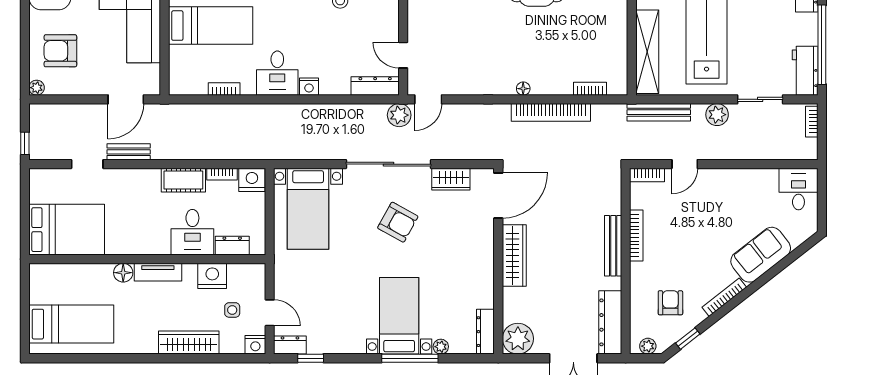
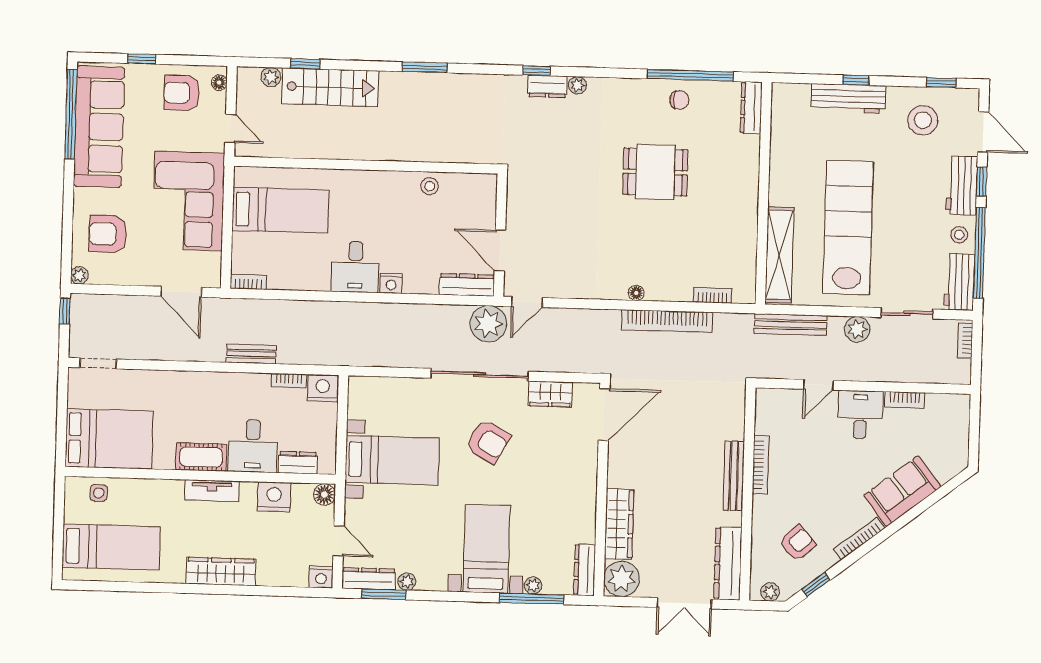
stool: (804, 29) -> (959, 235), added
door: (403, 55) -> (500, 251), width x1.38
bookcase: (224, 89) -> (248, 282), moved
door: (126, 99) -> (181, 292), hinge flipped
plant: (399, 115) -> (488, 324), width x1.36, depth x1.36
window: (25, 143) -> (65, 311), moved
bench: (129, 152) -> (251, 354), moved
doorway: (87, 164) -> (98, 363), moved
bookcase: (647, 175) -> (904, 400), moved
cot: (183, 180) -> (201, 457), moved
desk: (798, 189) -> (860, 415), moved
bed with nightstands: (308, 209) -> (392, 460), moved, turned -90
wardrobe: (514, 255) -> (619, 524), moved
floor lamp: (123, 273) -> (324, 495), moved
armchair: (670, 303) -> (797, 543), turned 48
side table: (232, 310) -> (99, 493), moved
wardrobe: (189, 343) -> (221, 571), moved
dresser: (290, 345) -> (369, 579), width x1.44
plant: (330, 347) -> (407, 582), added
window: (311, 358) -> (384, 594), width x1.50
window: (410, 358) -> (532, 599), moved

